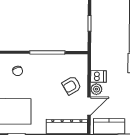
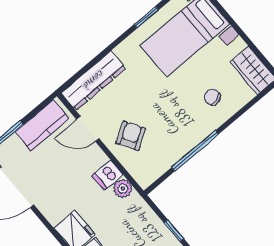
plant: (96, 89) -> (123, 189), moved
door: (89, 106) -> (88, 129), hinge flipped

